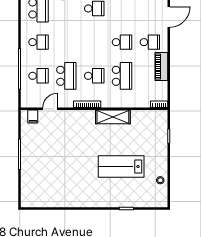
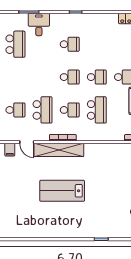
school desk: (39, 42) -> (70, 77), moved
door: (50, 109) -> (27, 142), swing flipped
shelving: (113, 117) -> (59, 150), moved, width x1.47
lab bench: (121, 167) -> (62, 191), moved

